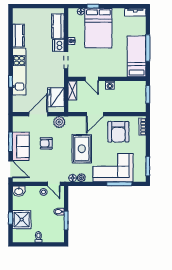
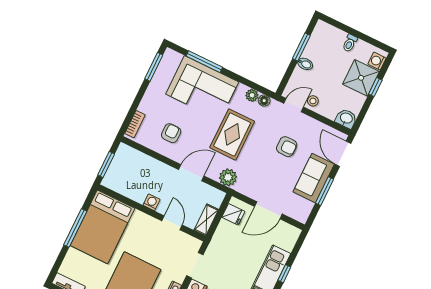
bed: (137, 56) -> (102, 227), width x1.50
fridge: (56, 97) -> (233, 214), width x0.53, depth x0.75
plant: (59, 122) -> (228, 177), moved
armchair: (118, 132) -> (171, 133), width x0.53, depth x0.53
armchair: (46, 143) -> (287, 147), moved
door: (54, 184) -> (294, 105), hinge flipped
washing machine: (17, 234) -> (377, 61), added

